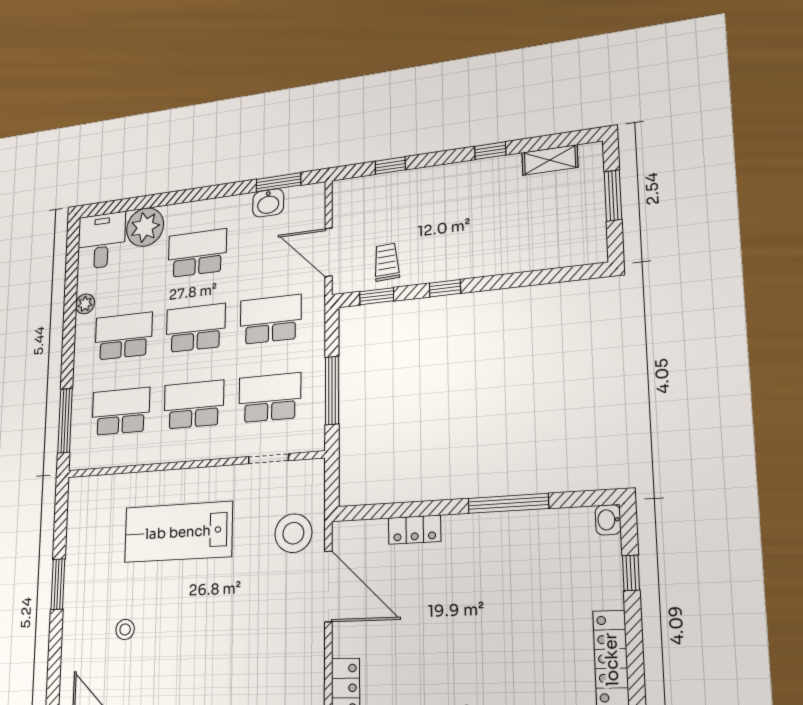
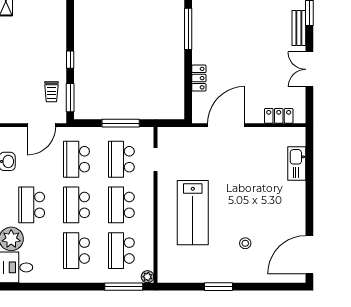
trolley: (387, 262) -> (51, 92), turned -87
window: (377, 296) -> (70, 98), width x1.50
plant: (85, 304) -> (148, 277), moved
stool: (293, 533) -> (197, 145), removed

